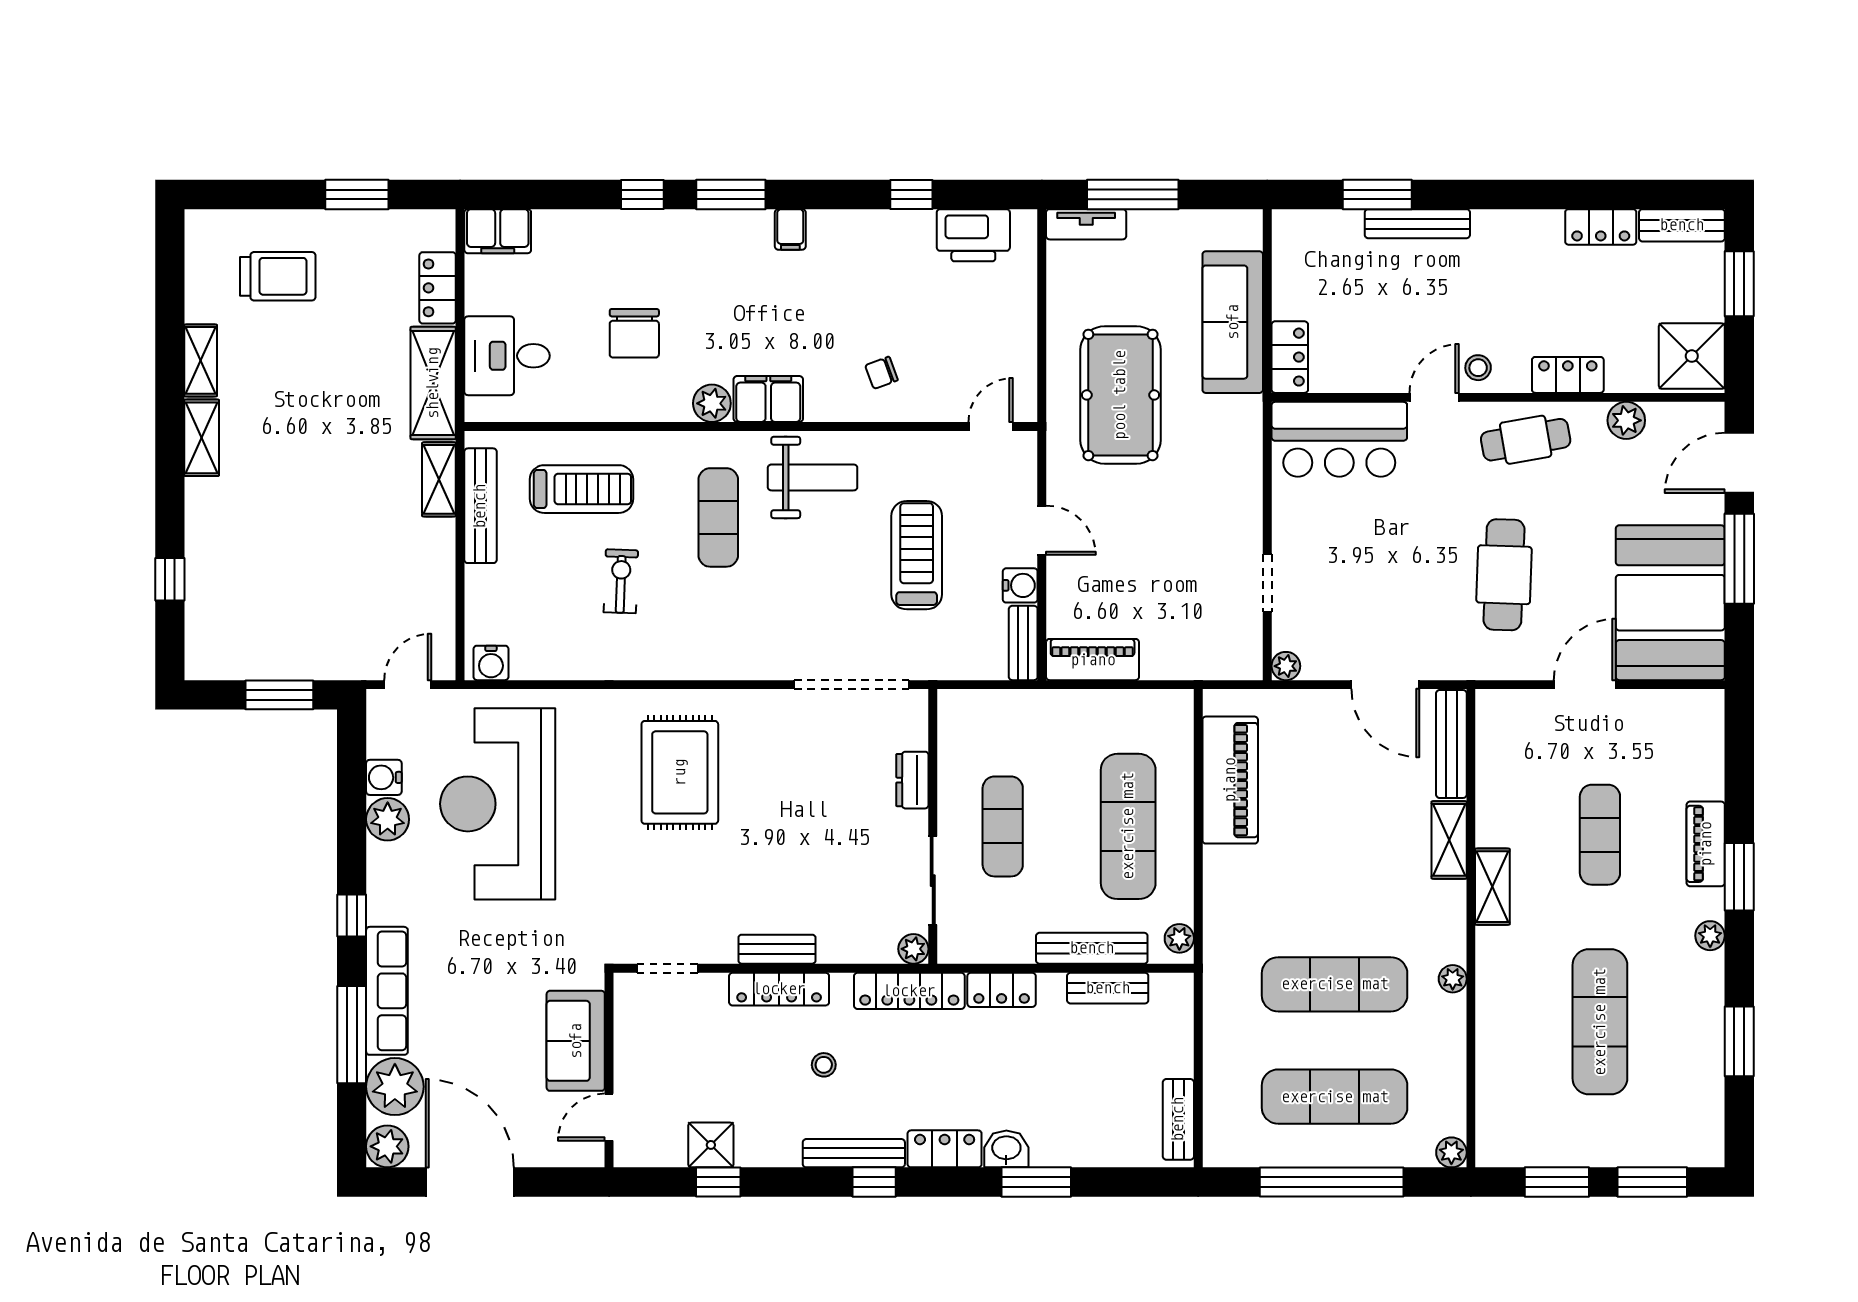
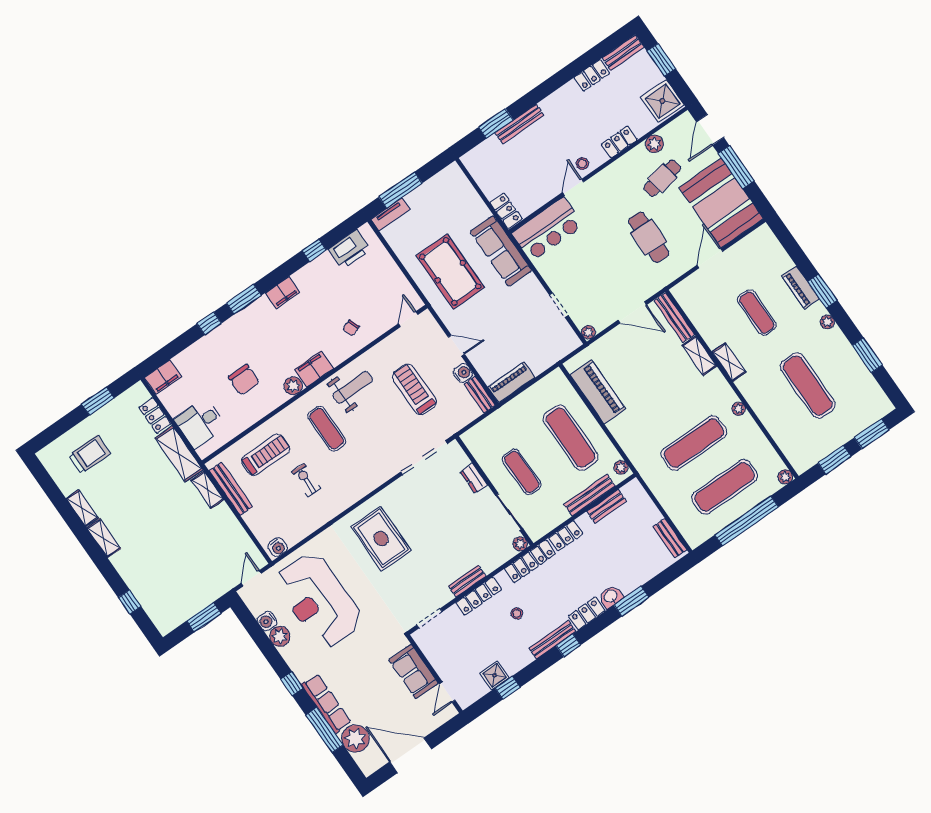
filing cabinet: (790, 229) -> (282, 293), width x2.00
sofa: (1233, 322) -> (501, 251), moved
cafe table: (1526, 440) -> (662, 178), moved
plant: (387, 1146) -> (369, 764), removed

